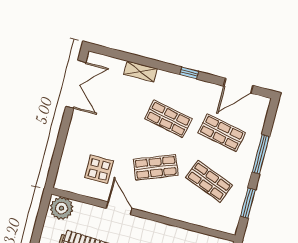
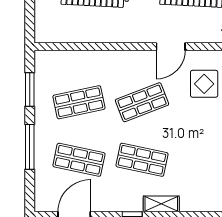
shelving: (141, 72) -> (161, 204), moved
shop shelf: (209, 181) -> (79, 102), turned -33
door: (119, 208) -> (171, 47), hinge flipped

